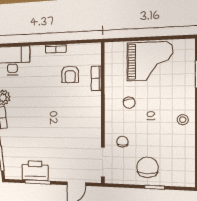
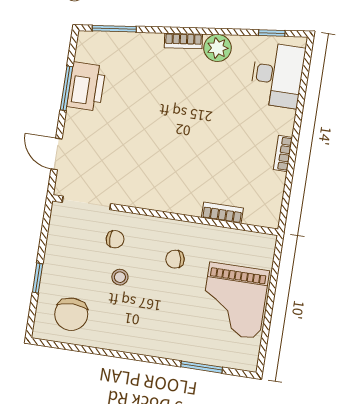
armchair: (70, 74) -> (236, 171), removed
stool: (183, 120) -> (120, 277), moved
chair: (147, 167) -> (71, 314), moved, turned 90

